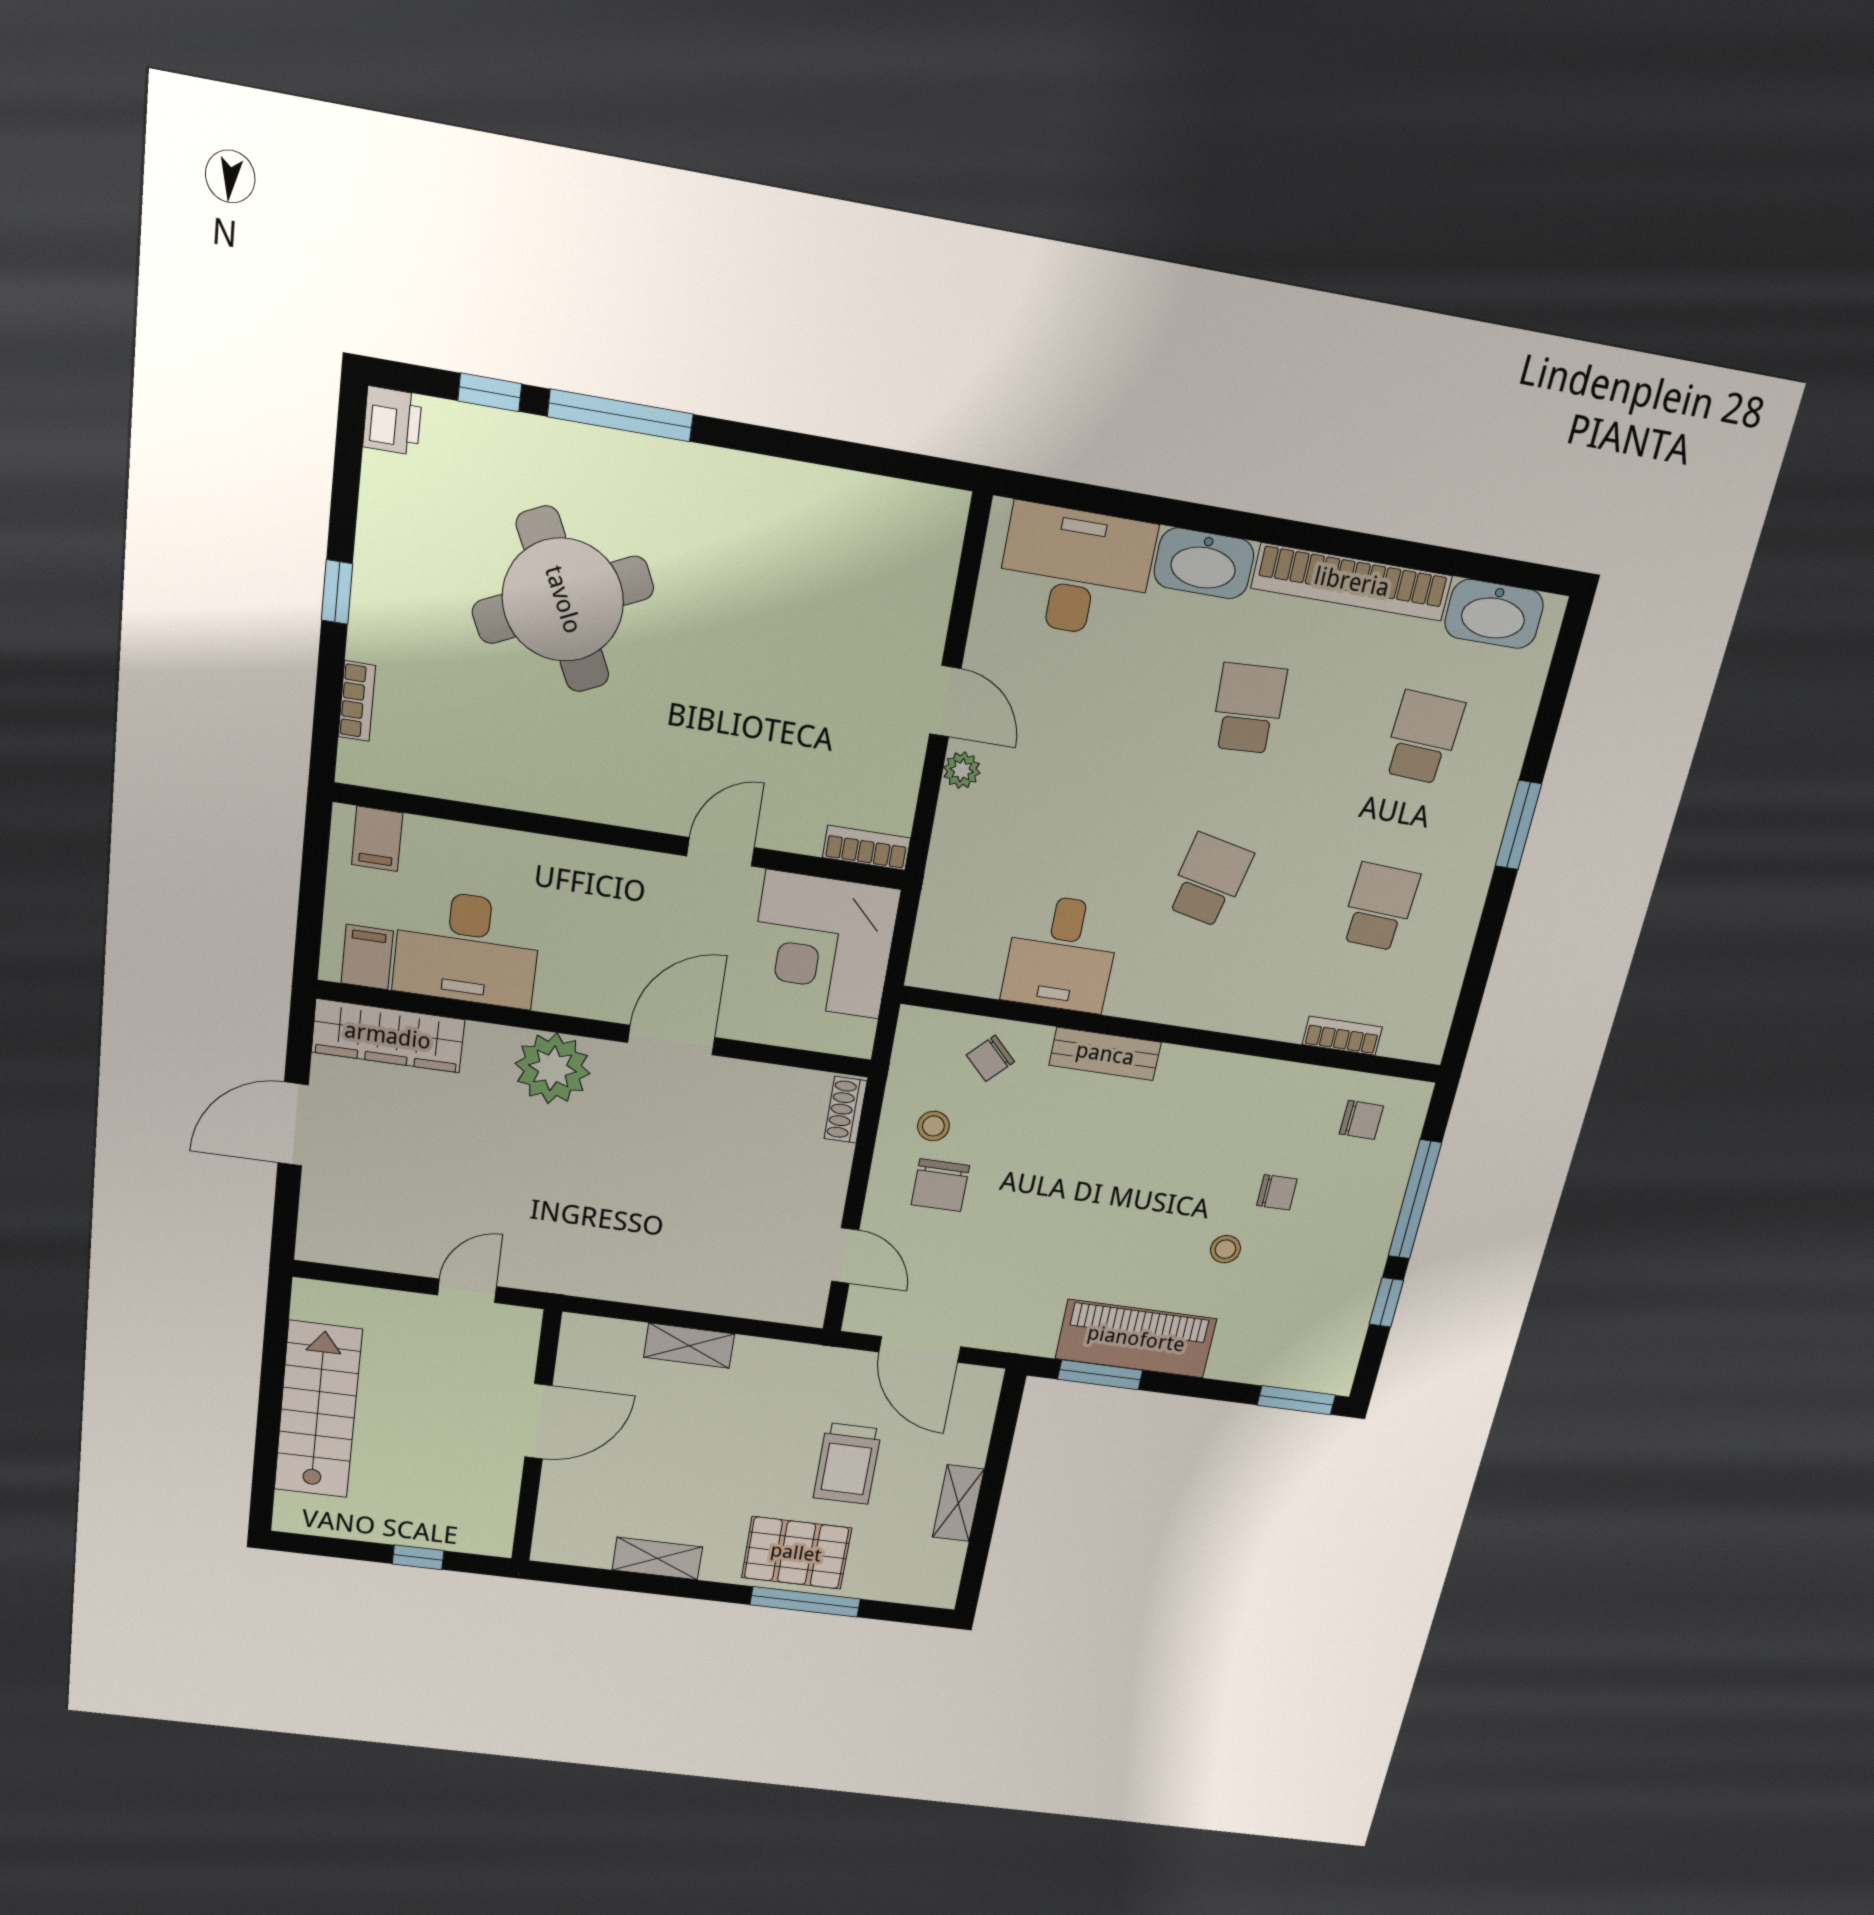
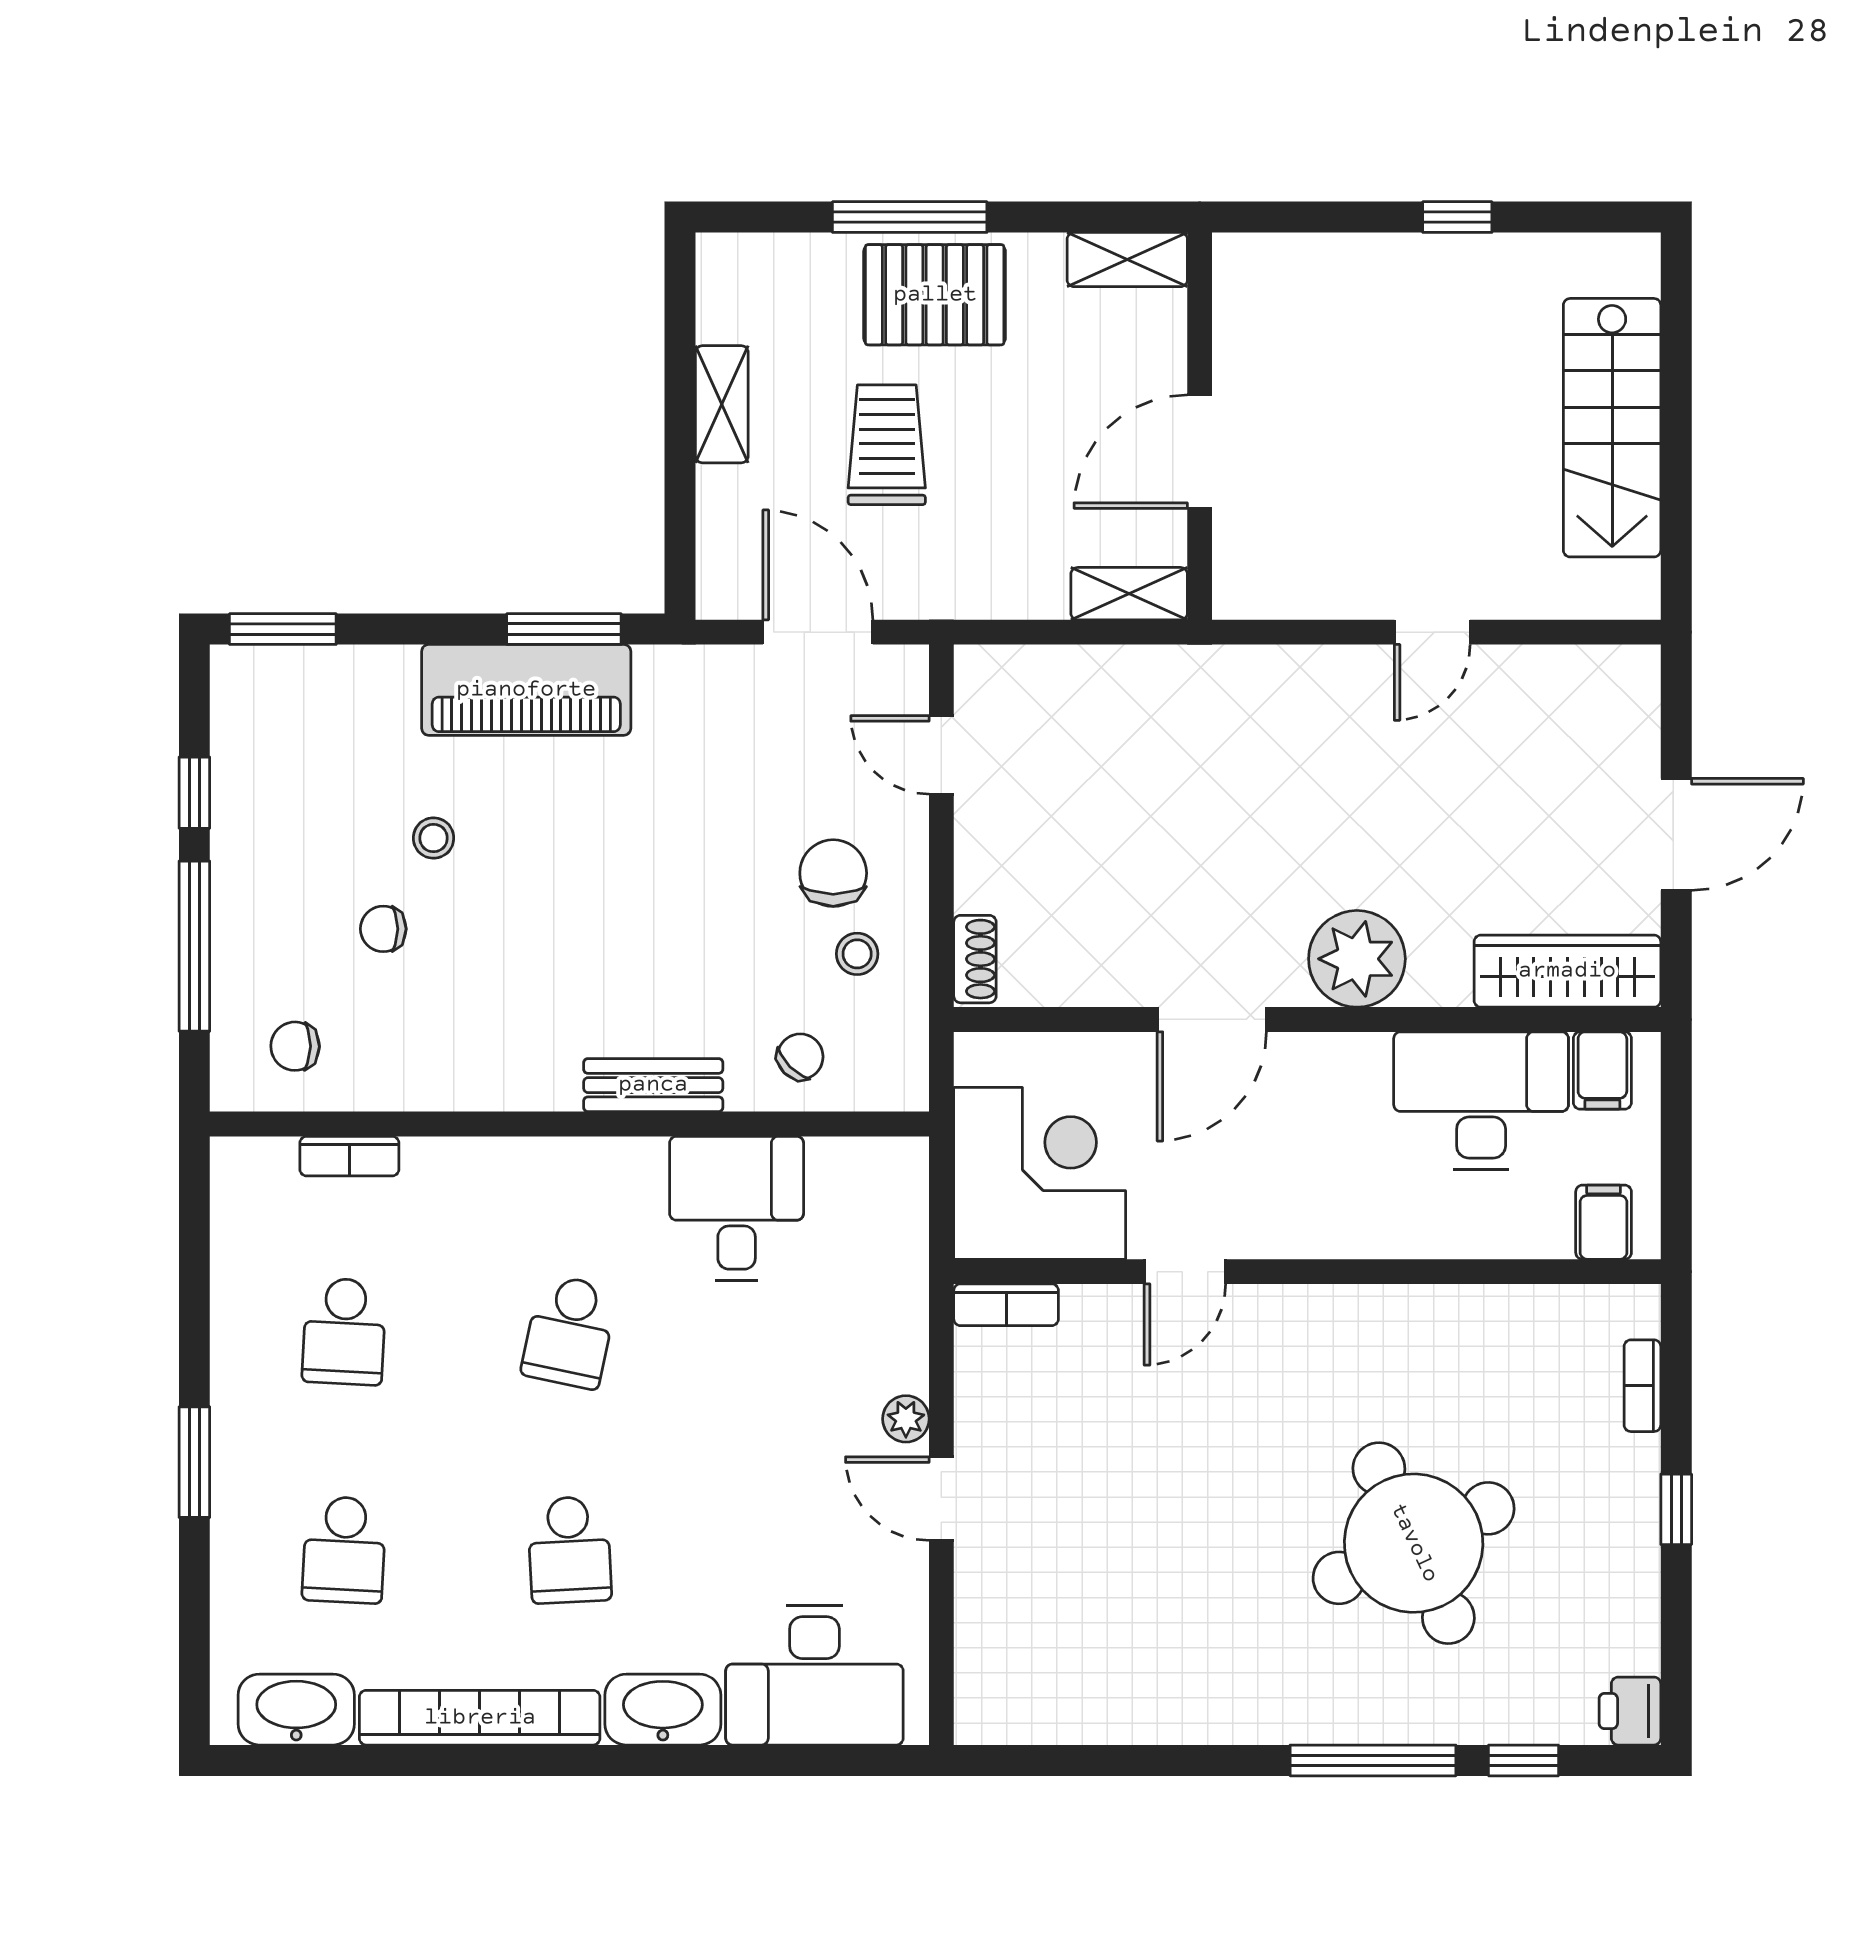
door: (538, 1421) -> (1200, 452), moved
wall: (536, 1438) -> (1200, 426), moved

